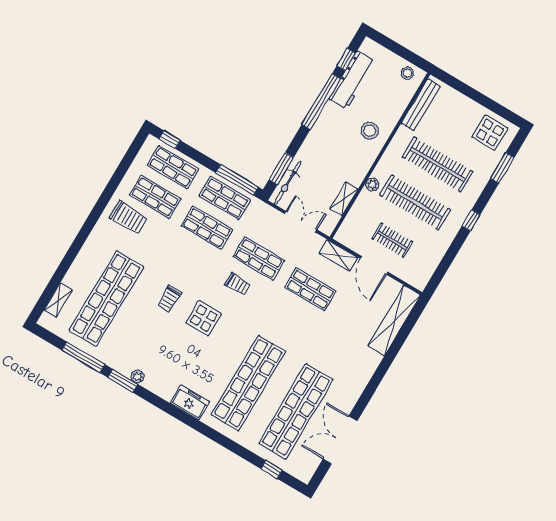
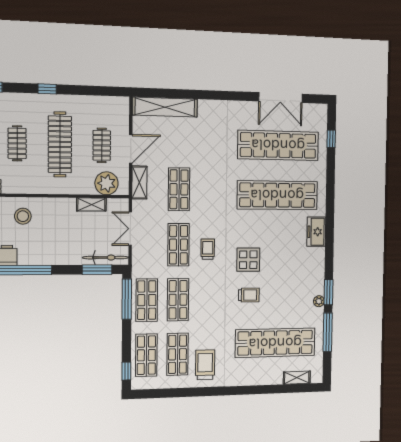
clothes rail: (438, 164) -> (17, 143), width x0.54, depth x0.76
plant: (372, 185) -> (107, 183), moved, width x1.87, depth x1.87
plant: (138, 376) -> (319, 301), moved

